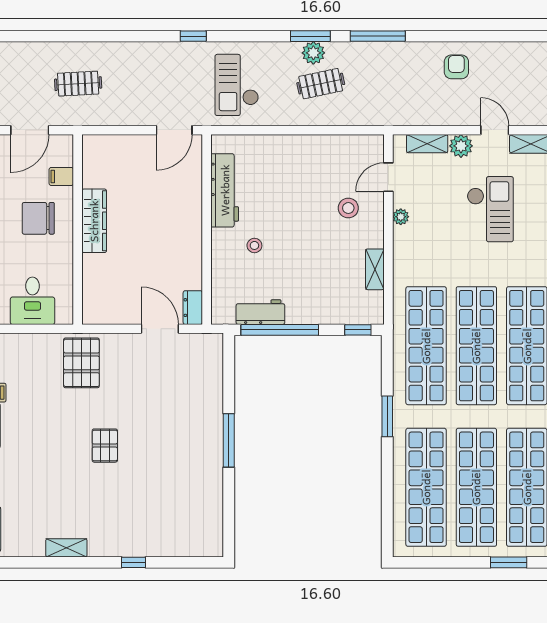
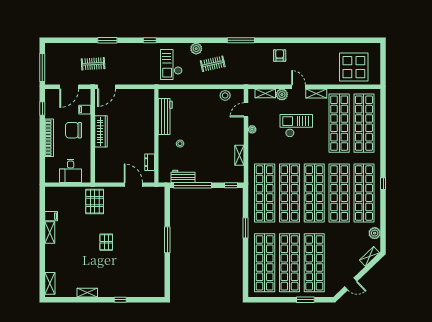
window: (310, 36) -> (107, 40), moved
plant: (313, 53) -> (196, 49), moved
door: (174, 130) -> (107, 87), moved
stool: (348, 208) -> (225, 95), moved
checkout: (490, 209) -> (296, 126), turned -90
dresser: (193, 308) -> (150, 162), moved

